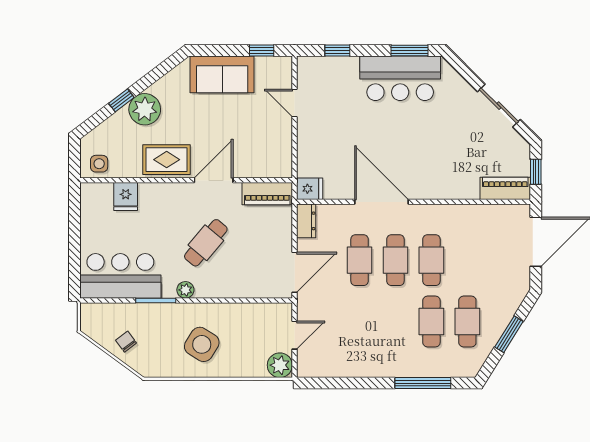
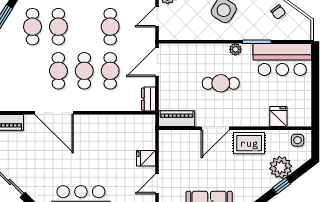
door: (294, 103) -> (157, 184), swing flipped
plant: (145, 109) -> (281, 167), moved
fridge: (310, 189) -> (146, 158), moved
door: (381, 202) -> (54, 113), moved
cafe table: (206, 243) -> (221, 83), turned 50
cafe table: (360, 322) -> (110, 27), added

